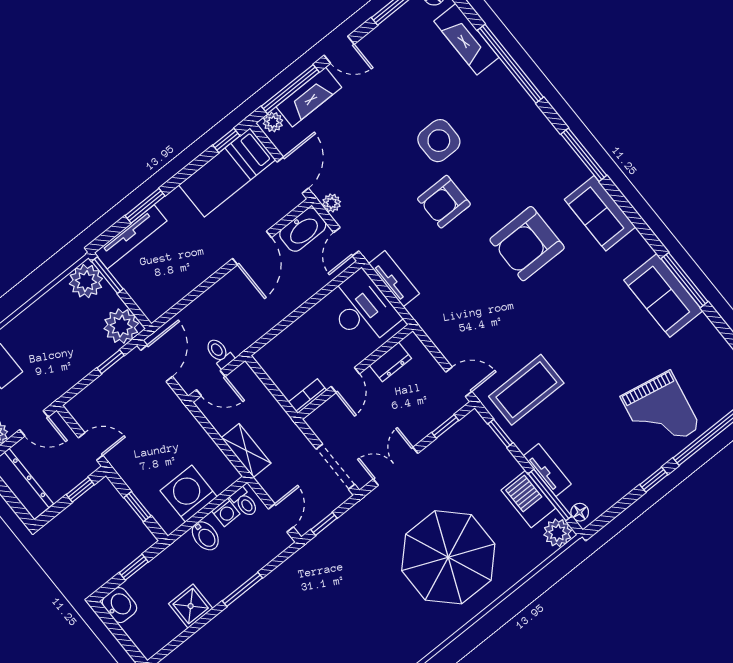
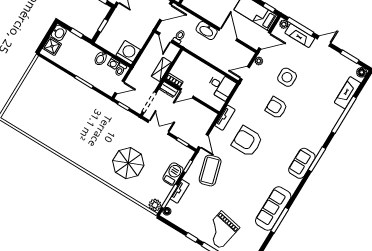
door: (339, 50) -> (324, 41), swing flipped
side table: (439, 141) -> (287, 77), moved
sofa: (600, 213) -> (302, 163), moved
washbasin: (303, 230) -> (207, 31), moved
armchair: (527, 244) -> (247, 141), moved
door: (252, 248) -> (228, 35), swing flipped
tv unit: (394, 279) -> (225, 118), moved
sofa: (663, 295) -> (273, 209), width x1.36
desk: (362, 309) -> (221, 86), width x0.73
dresser: (390, 362) -> (169, 90), moved
coffee table: (526, 390) -> (210, 171), turned 74
shelving: (246, 450) -> (161, 69), moved
washing machine: (189, 494) -> (128, 53), moved
barbecue: (528, 499) -> (173, 174), moved
parasol: (448, 557) -> (128, 163), width x0.73, depth x0.73
shower: (191, 606) -> (52, 46), moved

